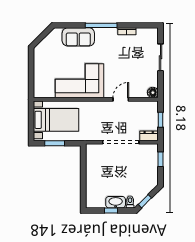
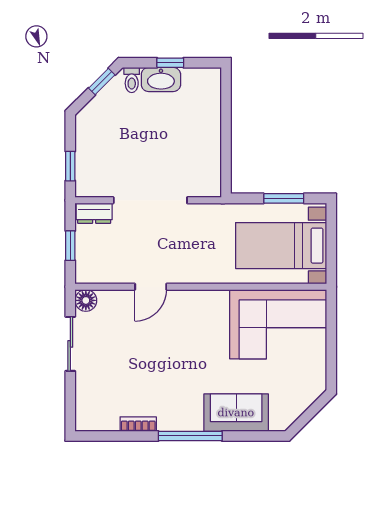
sliding door: (161, 57) -> (70, 344), moved
corner sofa: (79, 81) -> (278, 324), moved

